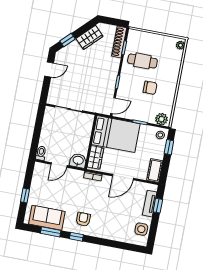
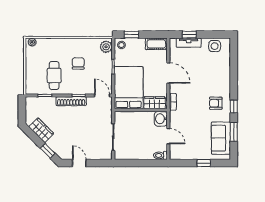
shoe rack: (119, 42) -> (71, 101), moved

